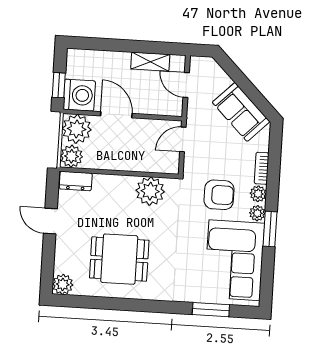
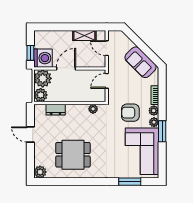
door: (116, 115) -> (66, 68), hinge flipped
dresser: (76, 181) -> (56, 110), moved
plant: (150, 191) -> (93, 109), width x0.53, depth x0.53
armchair: (219, 195) -> (130, 113), turned 180

